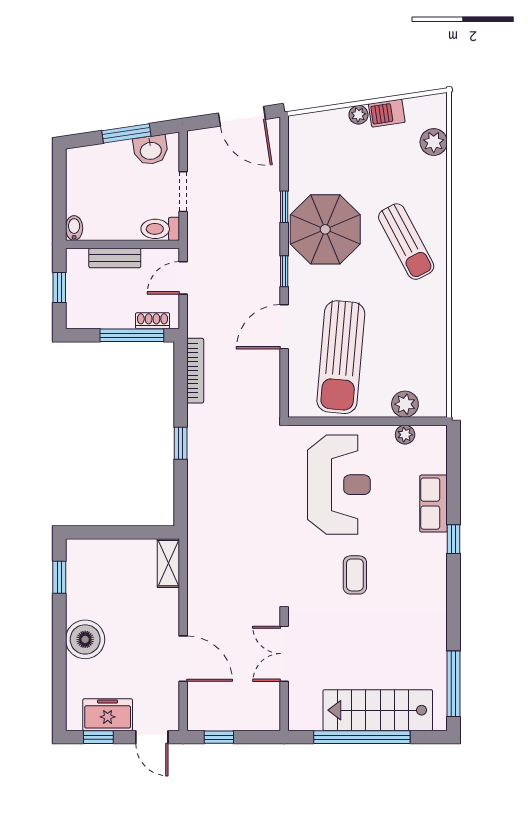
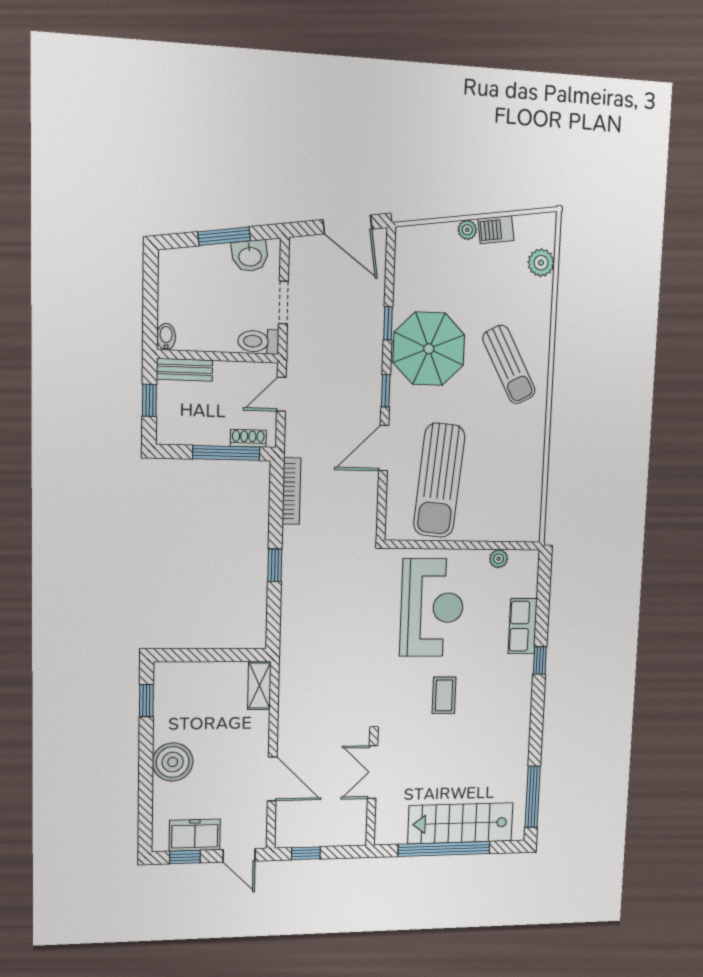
bench: (115, 258) -> (184, 370), moved
plant: (405, 404) -> (500, 529), removed

